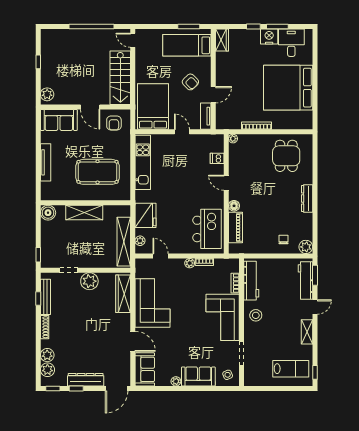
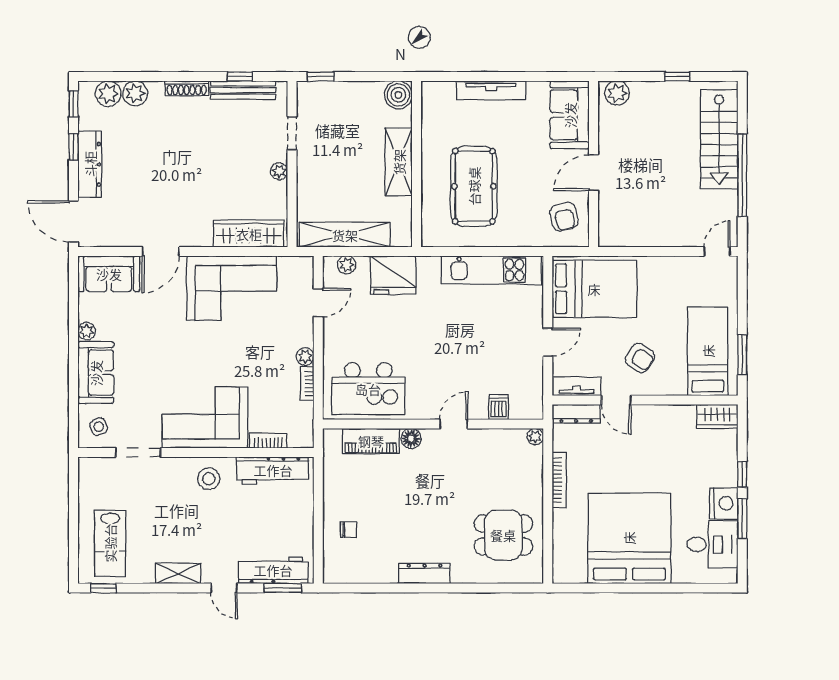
stairs: (120, 78) -> (719, 139), moved, turned -90
armchair: (190, 82) -> (640, 358), turned -103
dresser: (221, 116) -> (576, 414), added
armchair: (114, 123) -> (564, 217), turned -104
plant: (306, 247) -> (335, 571), removed
plant: (89, 281) -> (279, 171), width x0.53, depth x0.53

